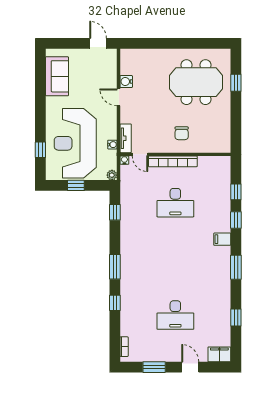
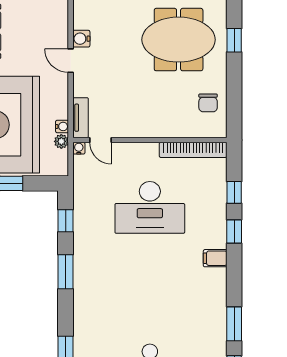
chair: (182, 133) -> (208, 103), moved
bookcase: (173, 161) -> (193, 150), moved
plant: (112, 175) -> (61, 141), moved
desk: (175, 203) -> (150, 207), width x1.36, depth x1.30
window: (115, 267) -> (66, 272), moved
window: (236, 267) -> (234, 324), moved

